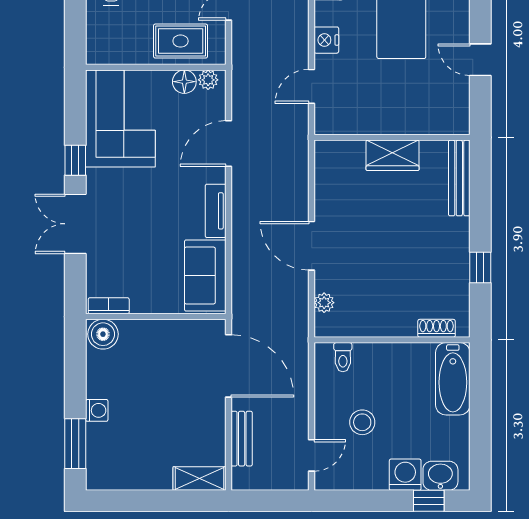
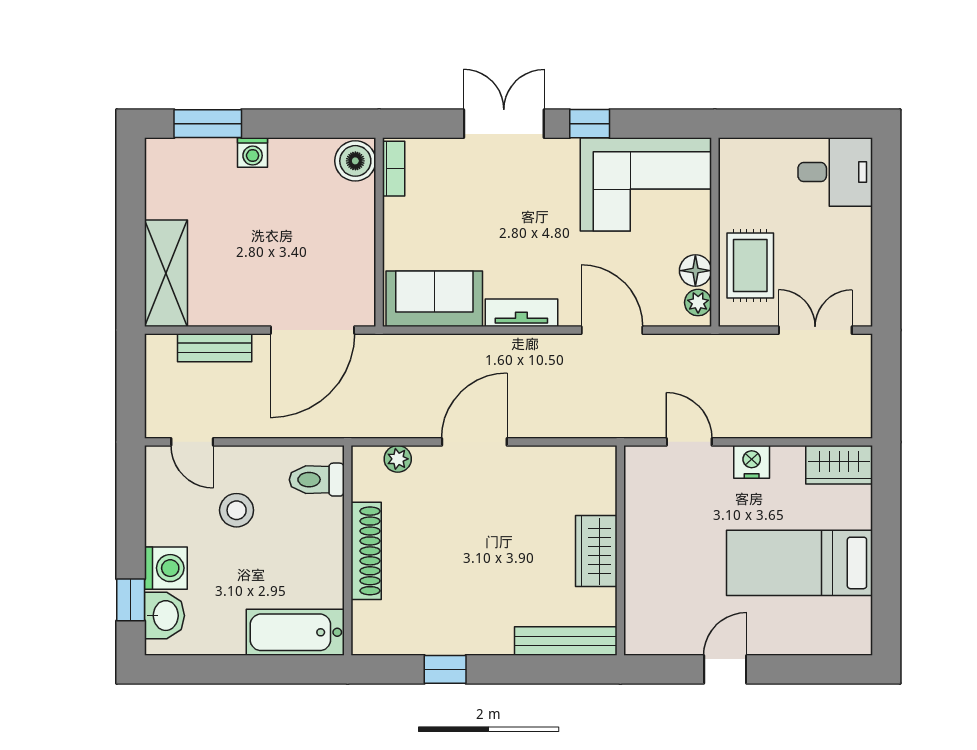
shoe rack: (437, 328) -> (366, 551), moved, width x1.94, depth x1.24
toilet: (343, 357) -> (317, 480), width x1.37, depth x1.39
shelving: (199, 479) -> (166, 273), width x1.50, depth x1.33

